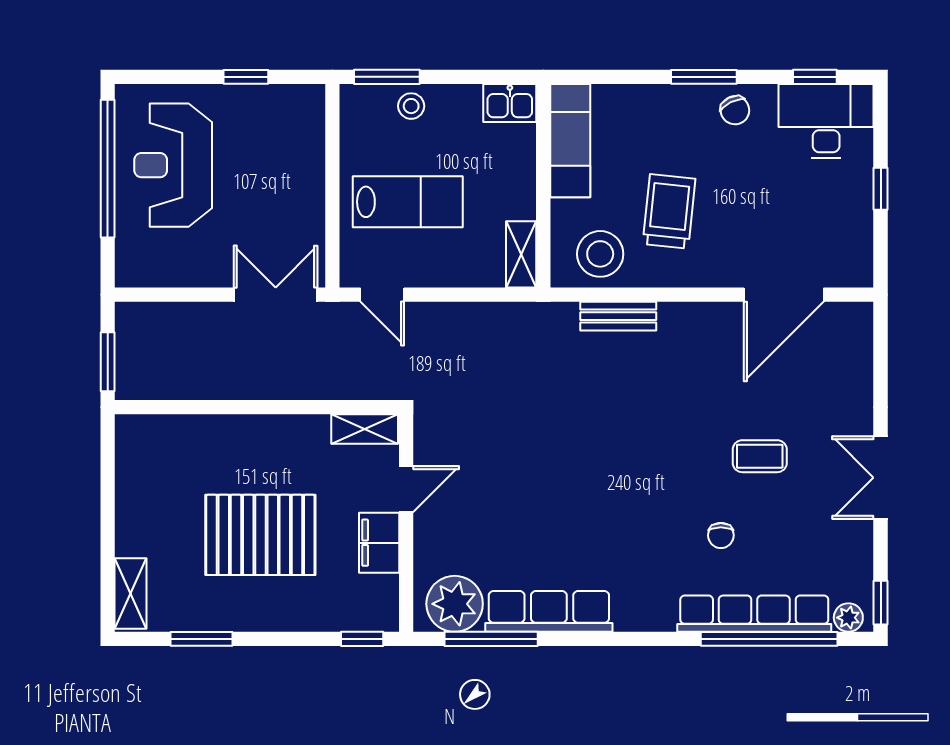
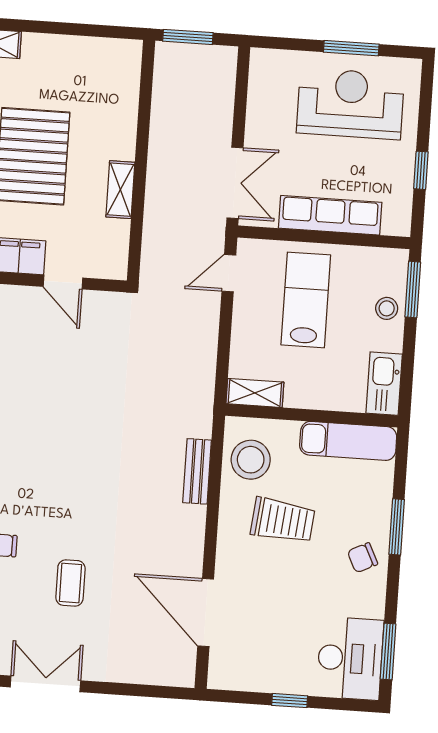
window: (704, 77) -> (397, 527), moved
window: (815, 77) -> (388, 652), width x1.50
kitchen sink: (510, 103) -> (384, 384), width x1.38
chair: (735, 110) -> (363, 558), moved
window: (108, 169) -> (351, 48), width x0.47
row of seats: (306, 180) -> (330, 215), added
lab bench: (408, 202) -> (306, 300), turned 180
shelving: (365, 429) -> (120, 190), moved

